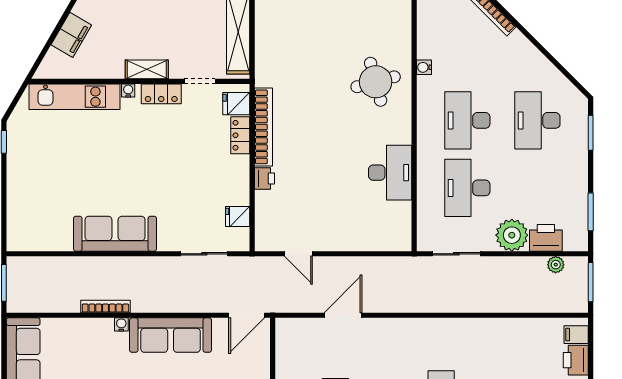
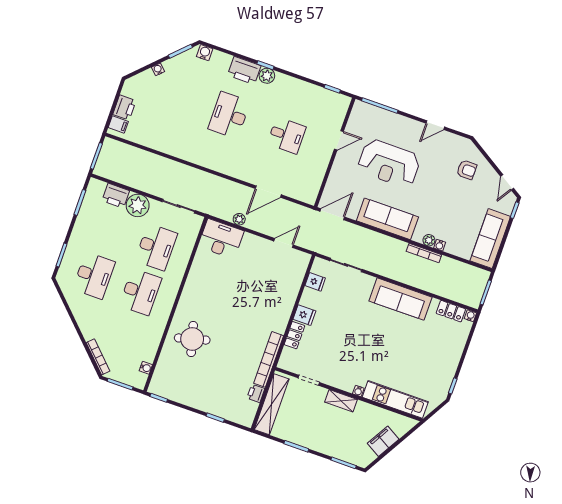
water cooler: (424, 67) -> (146, 368), moved
locker: (161, 94) -> (451, 311), moved, turned 180
fridge: (236, 104) -> (304, 315), moved
bookcase: (263, 127) -> (269, 359), moved
desk: (390, 173) -> (221, 239), moved, turned 90
printer: (264, 179) -> (256, 393), moved
water cooler: (13, 244) -> (470, 316), added
door: (298, 254) -> (284, 243), hinge flipped
plant: (556, 265) -> (239, 219), moved
water cooler: (121, 324) -> (440, 245), moved
plant: (105, 326) -> (429, 240), added

